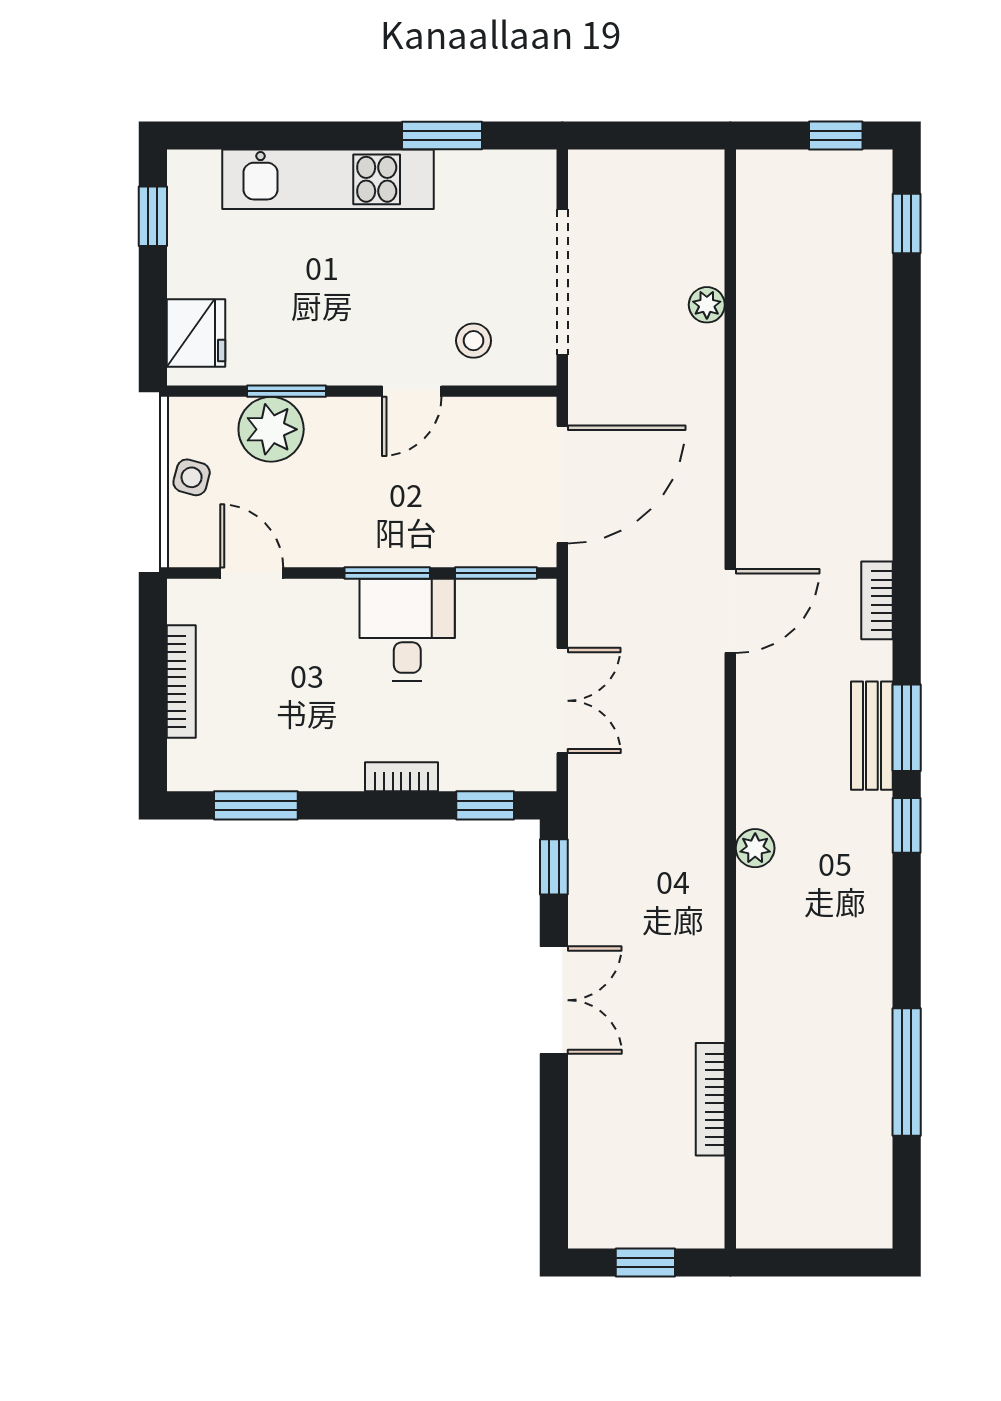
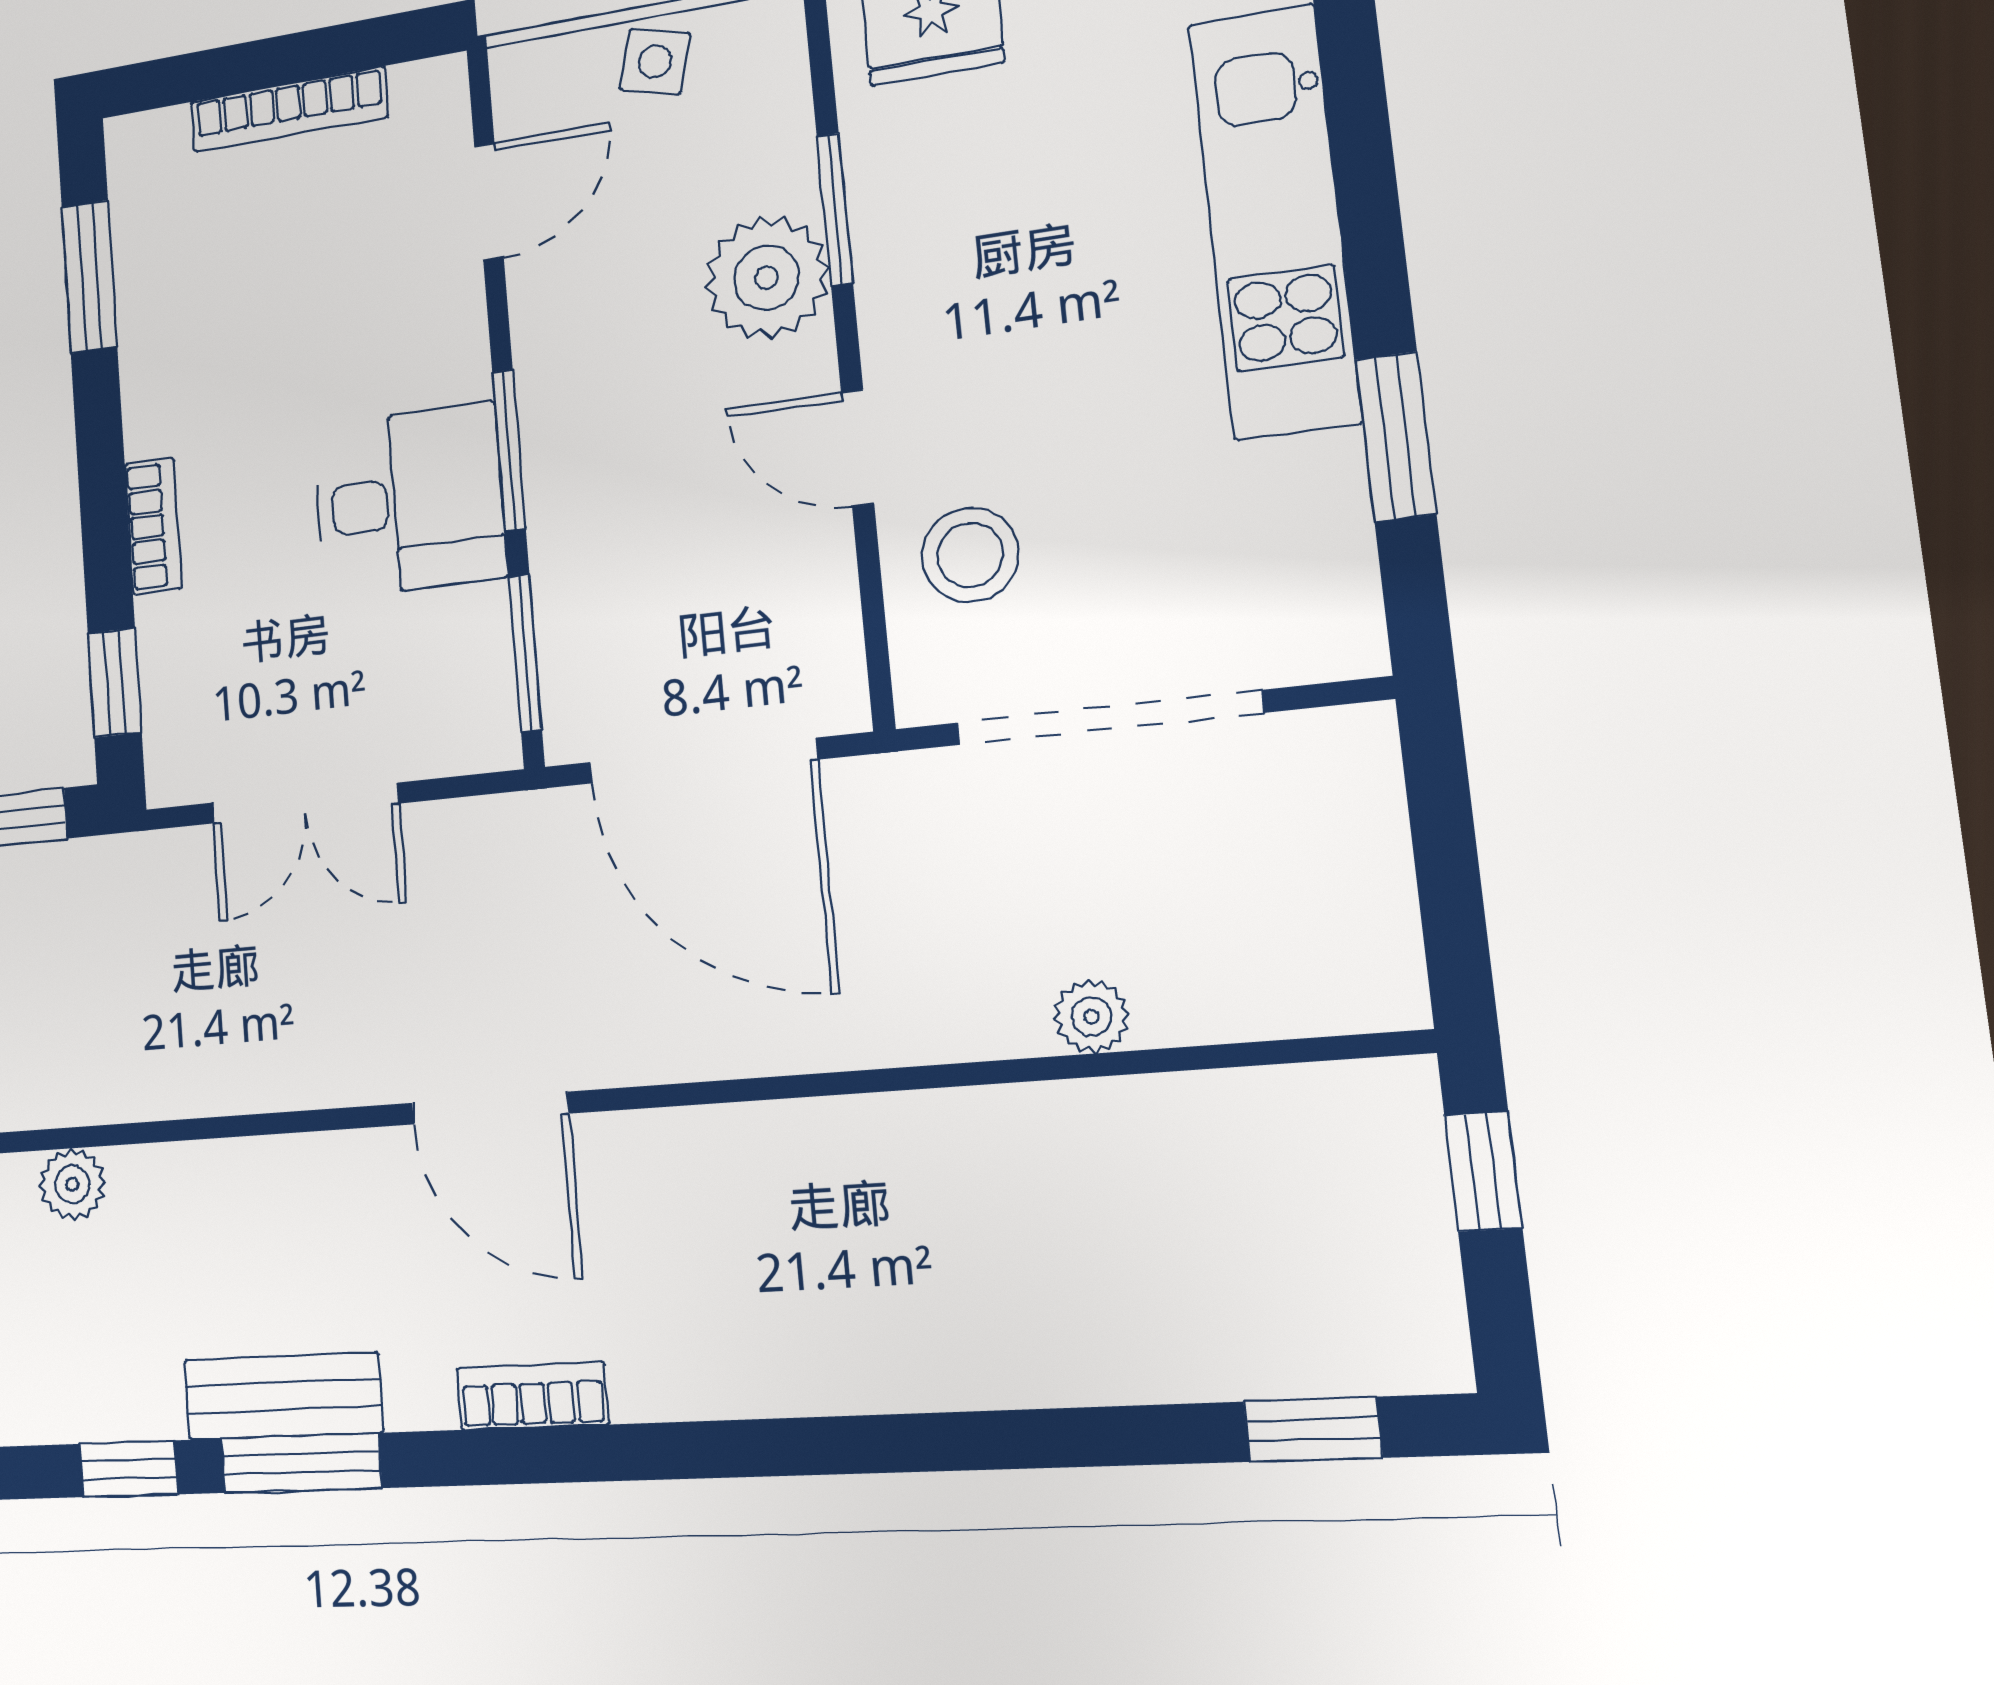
window: (836, 136) -> (1483, 1171), moved
stool: (474, 341) -> (970, 555), width x1.37, depth x1.37
plant: (271, 429) -> (767, 278), moved

